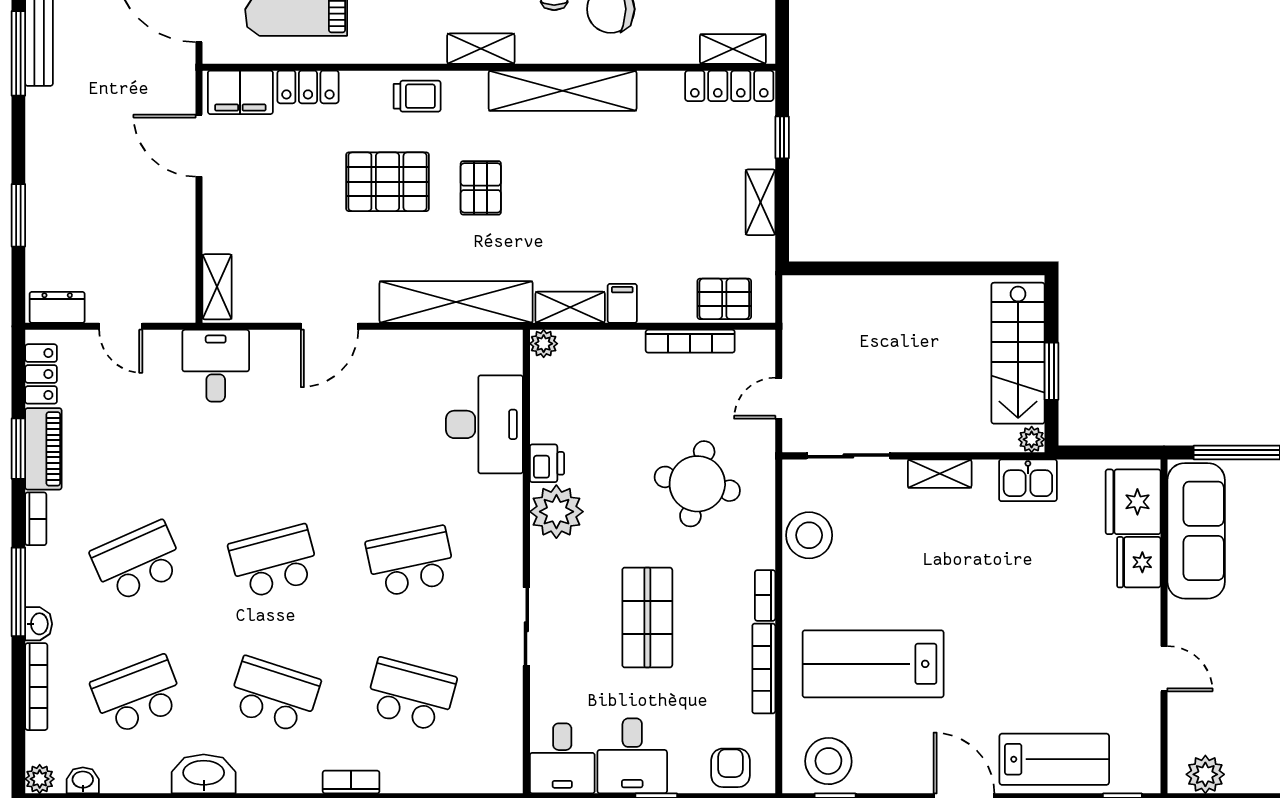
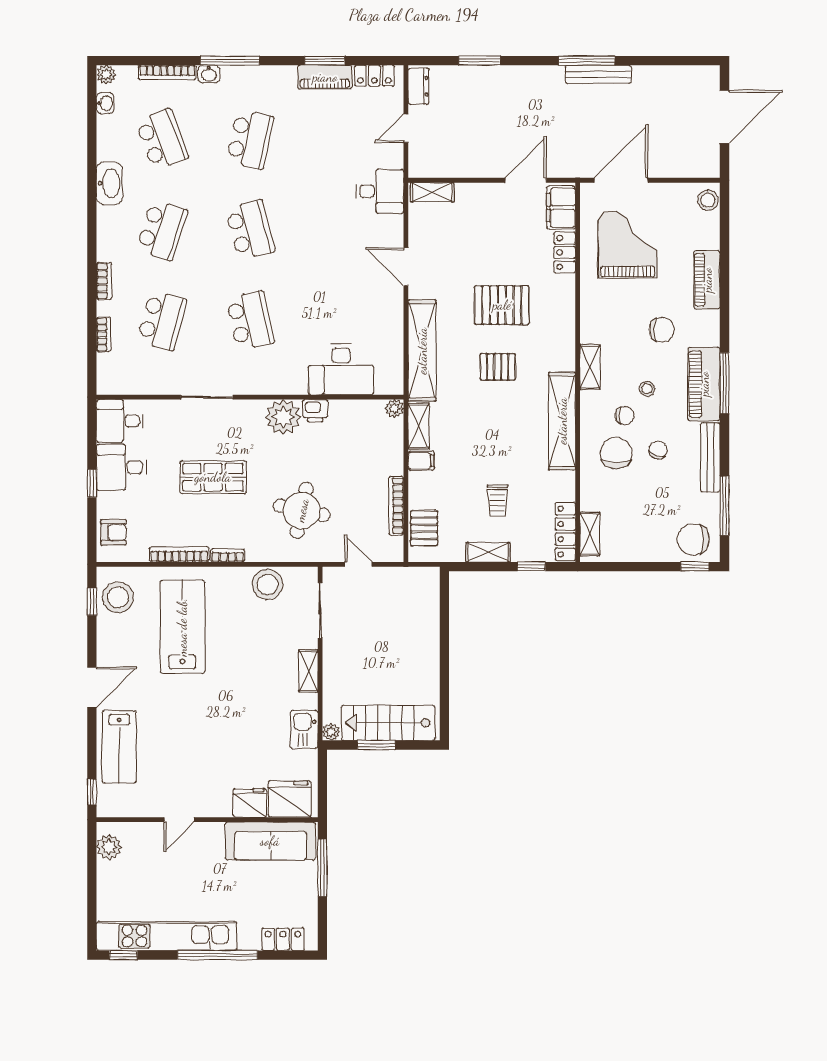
trolley: (417, 96) -> (497, 500), moved
pallet: (387, 182) -> (502, 305), turned 90
bookcase: (36, 519) -> (103, 334), moved, turned -90
school desk: (137, 562) -> (250, 139), turned 36

